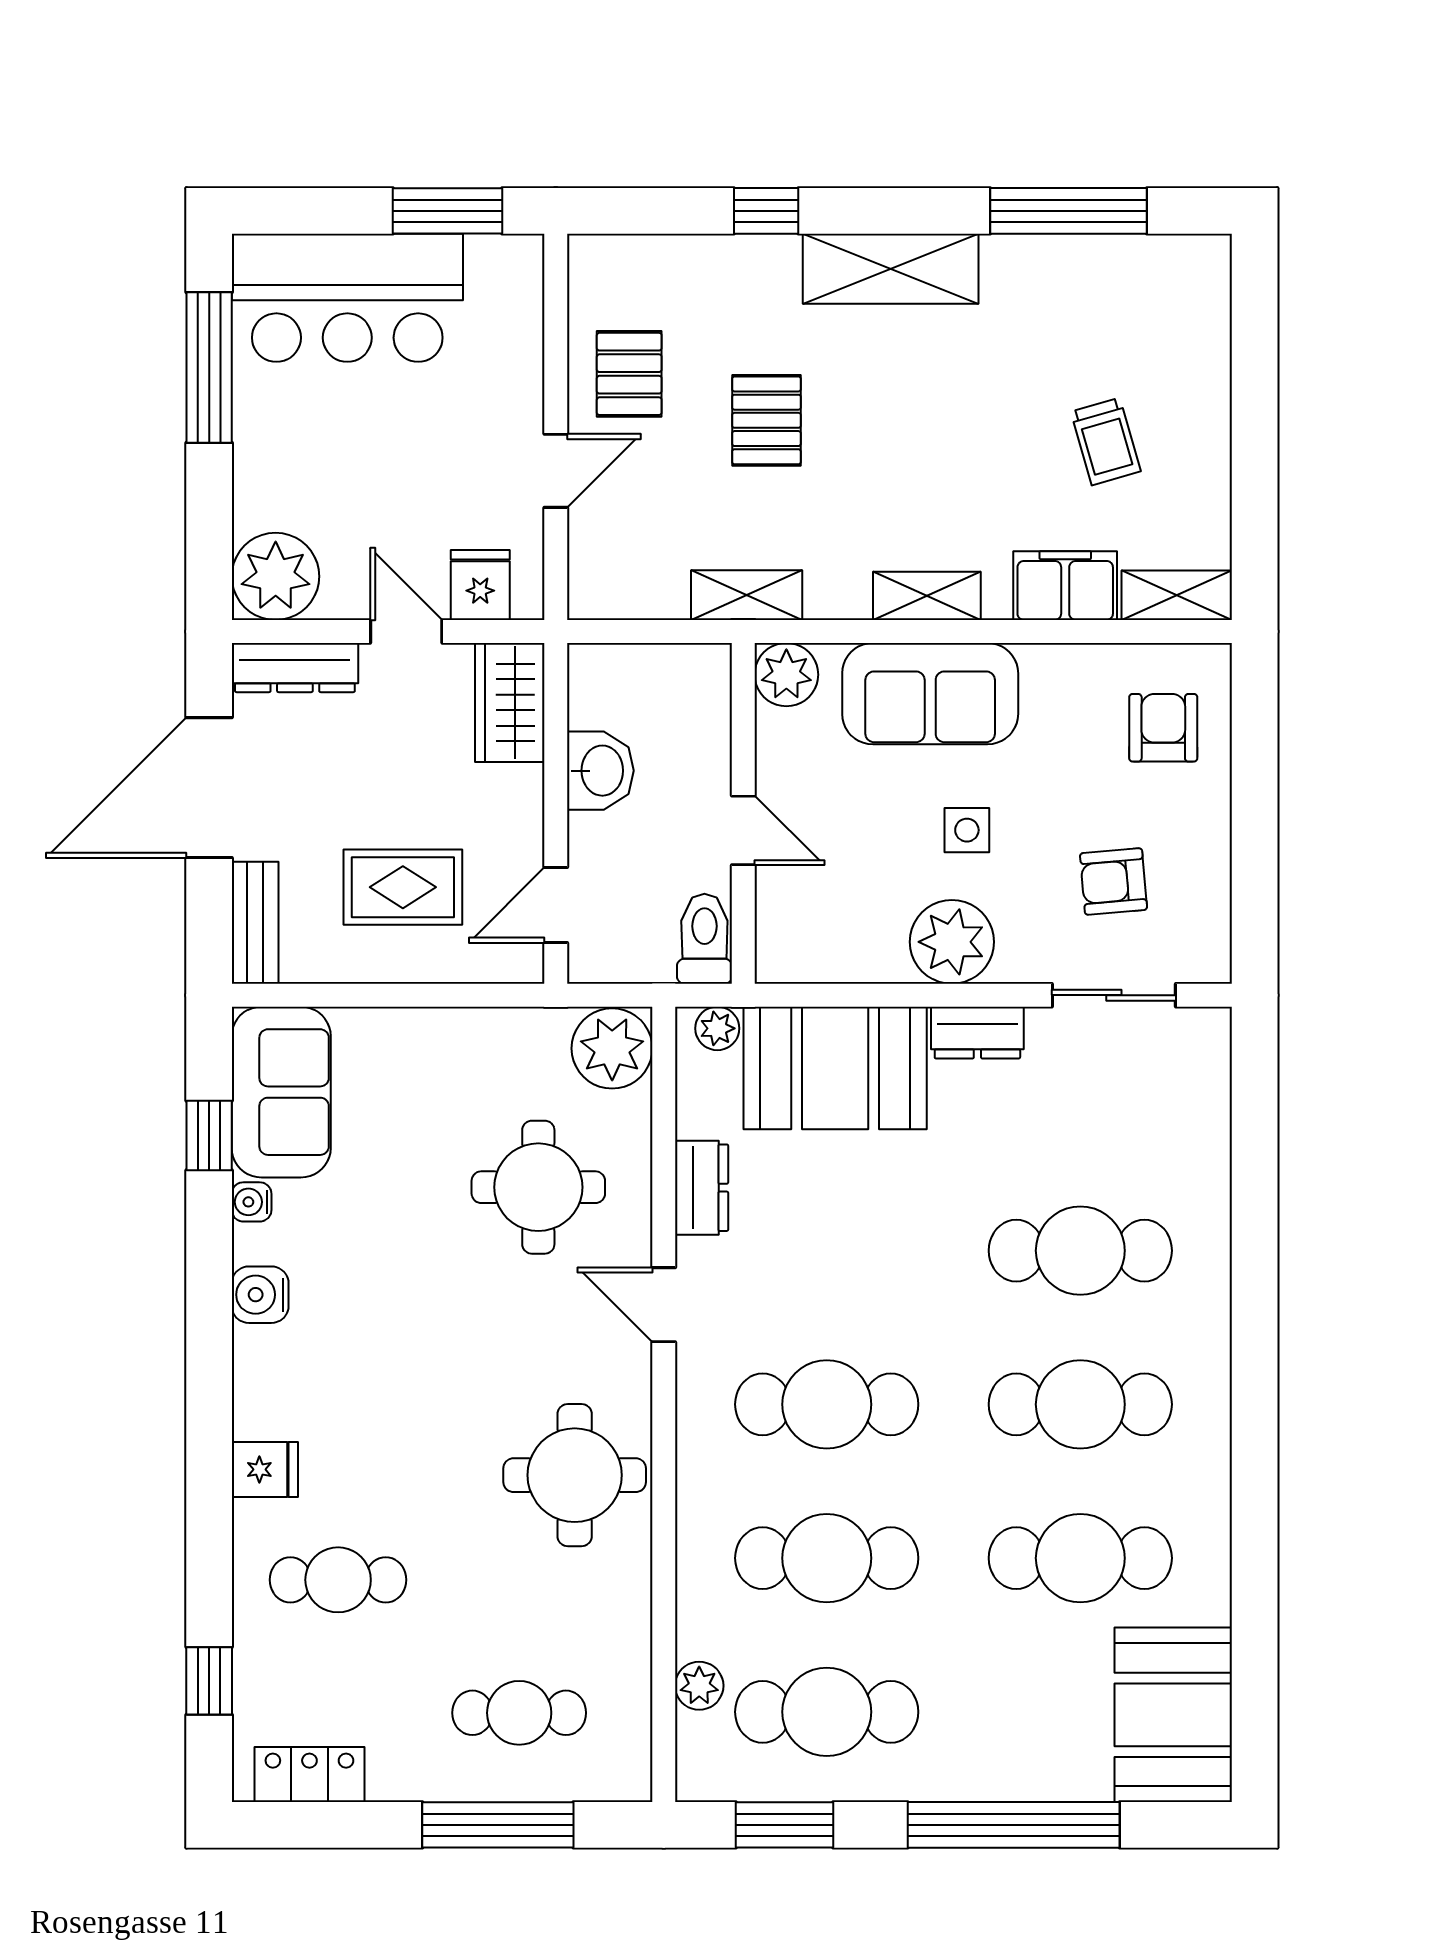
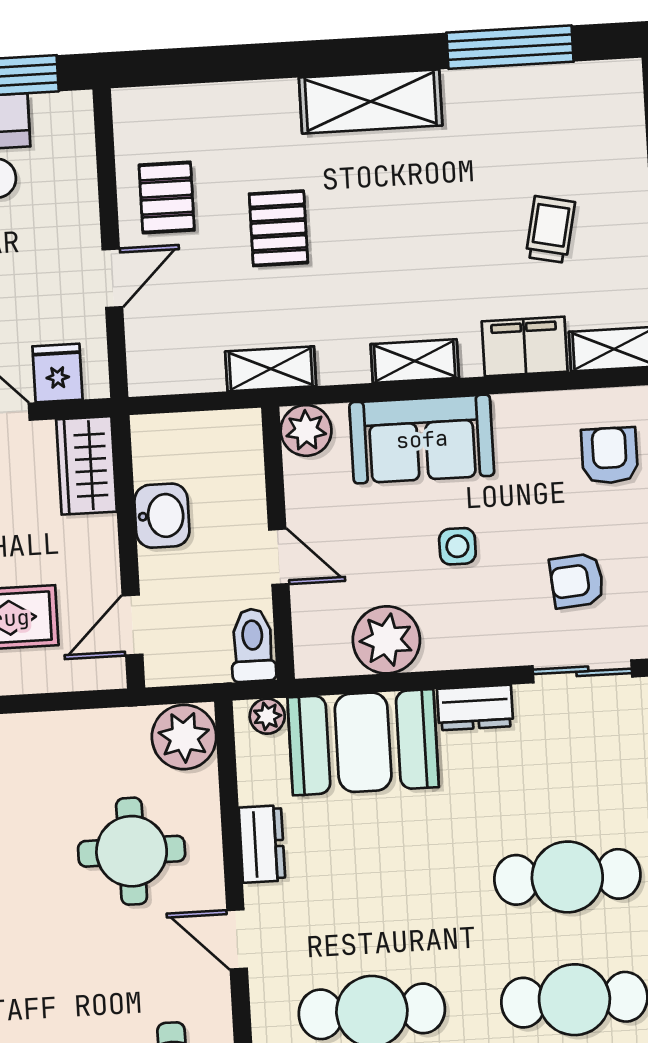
window: (766, 211) -> (269, 61), removed
trolley: (1106, 441) -> (550, 230), turned -152
plant: (952, 942) -> (386, 640), moved

